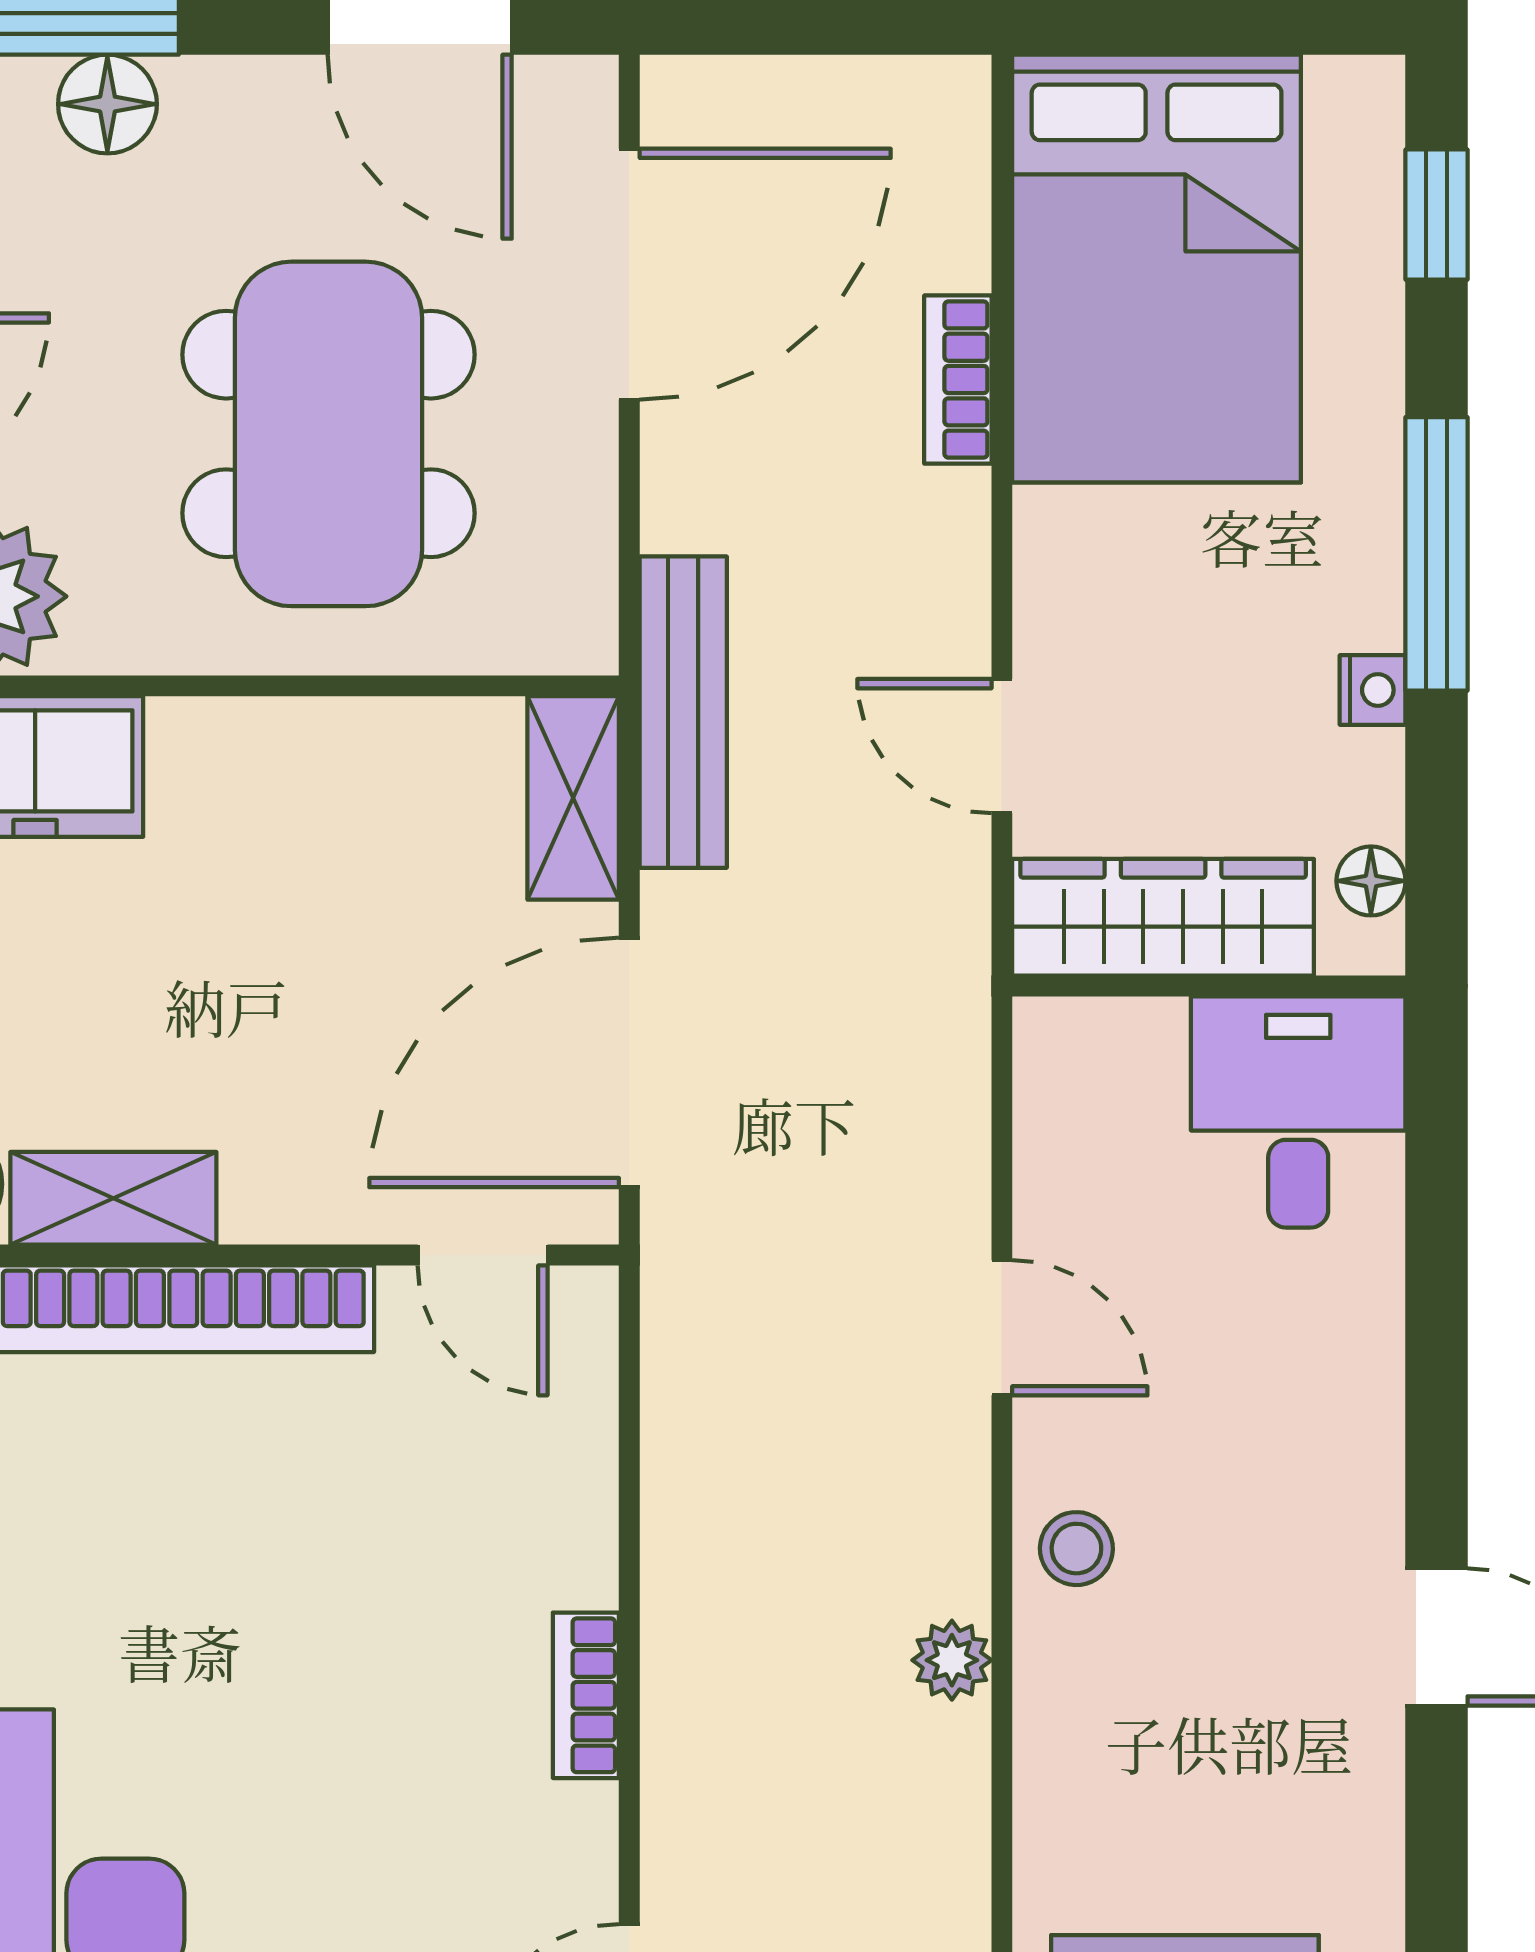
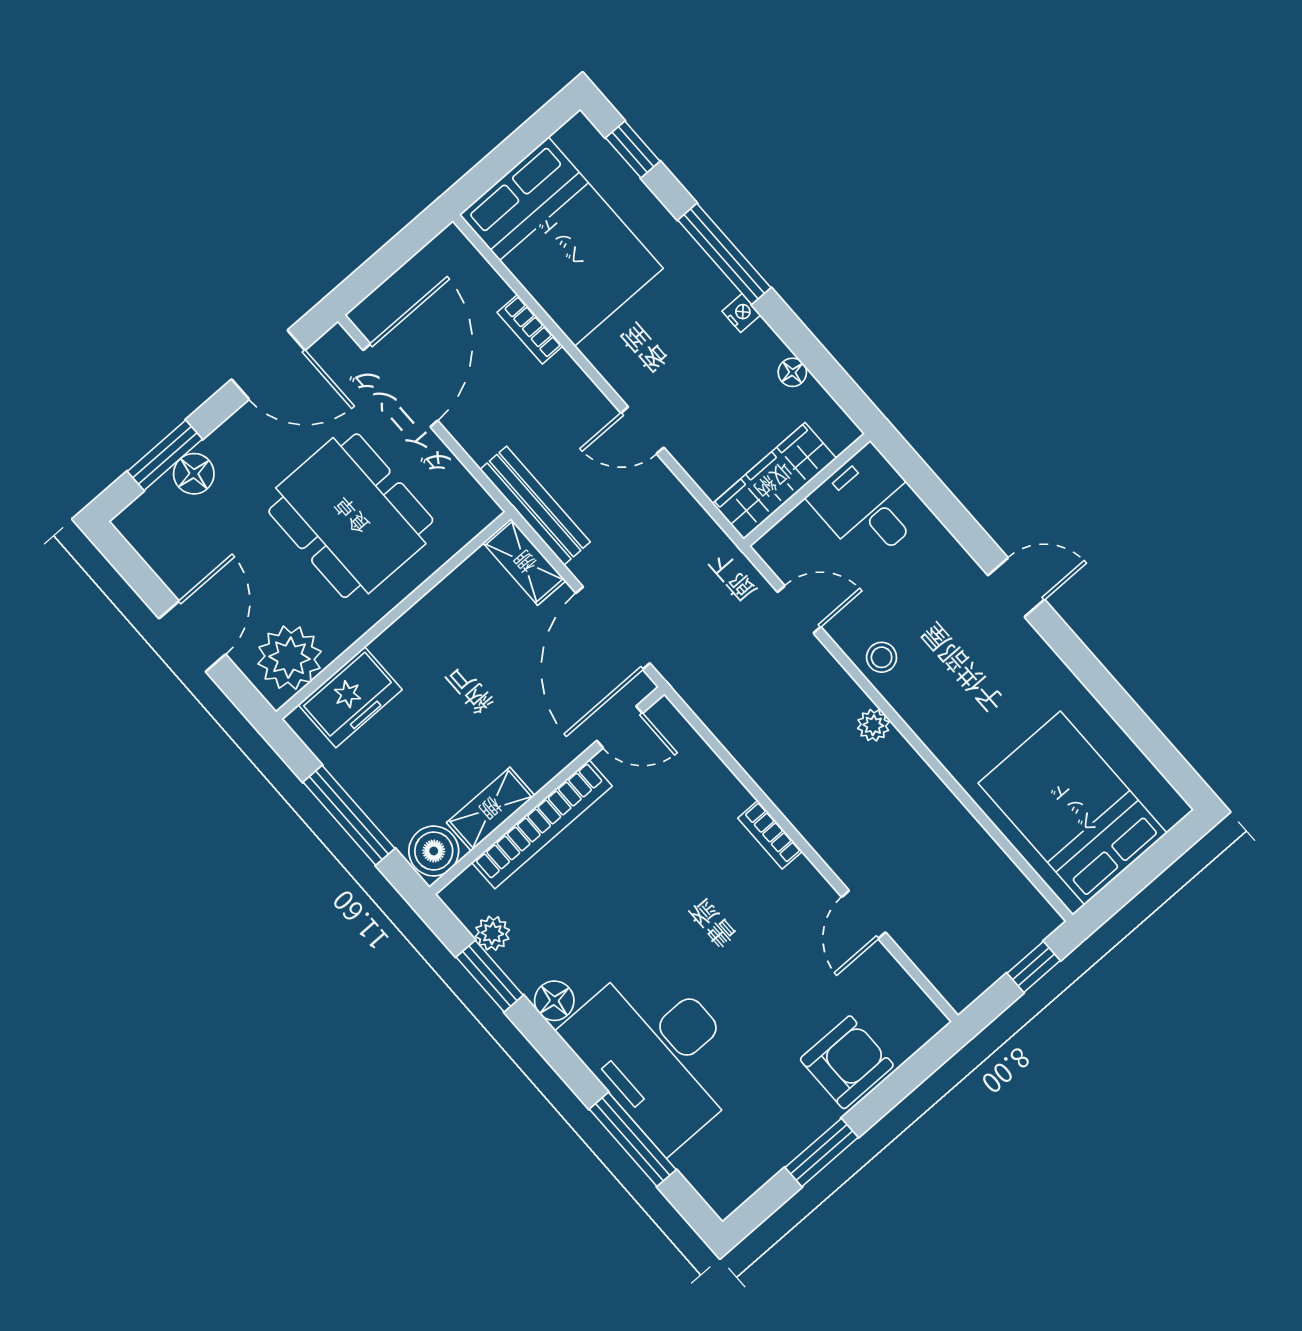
wardrobe: (1163, 917) -> (774, 481), moved
wall: (1209, 986) -> (807, 490), moved
desk: (1298, 1112) -> (868, 505), moved

